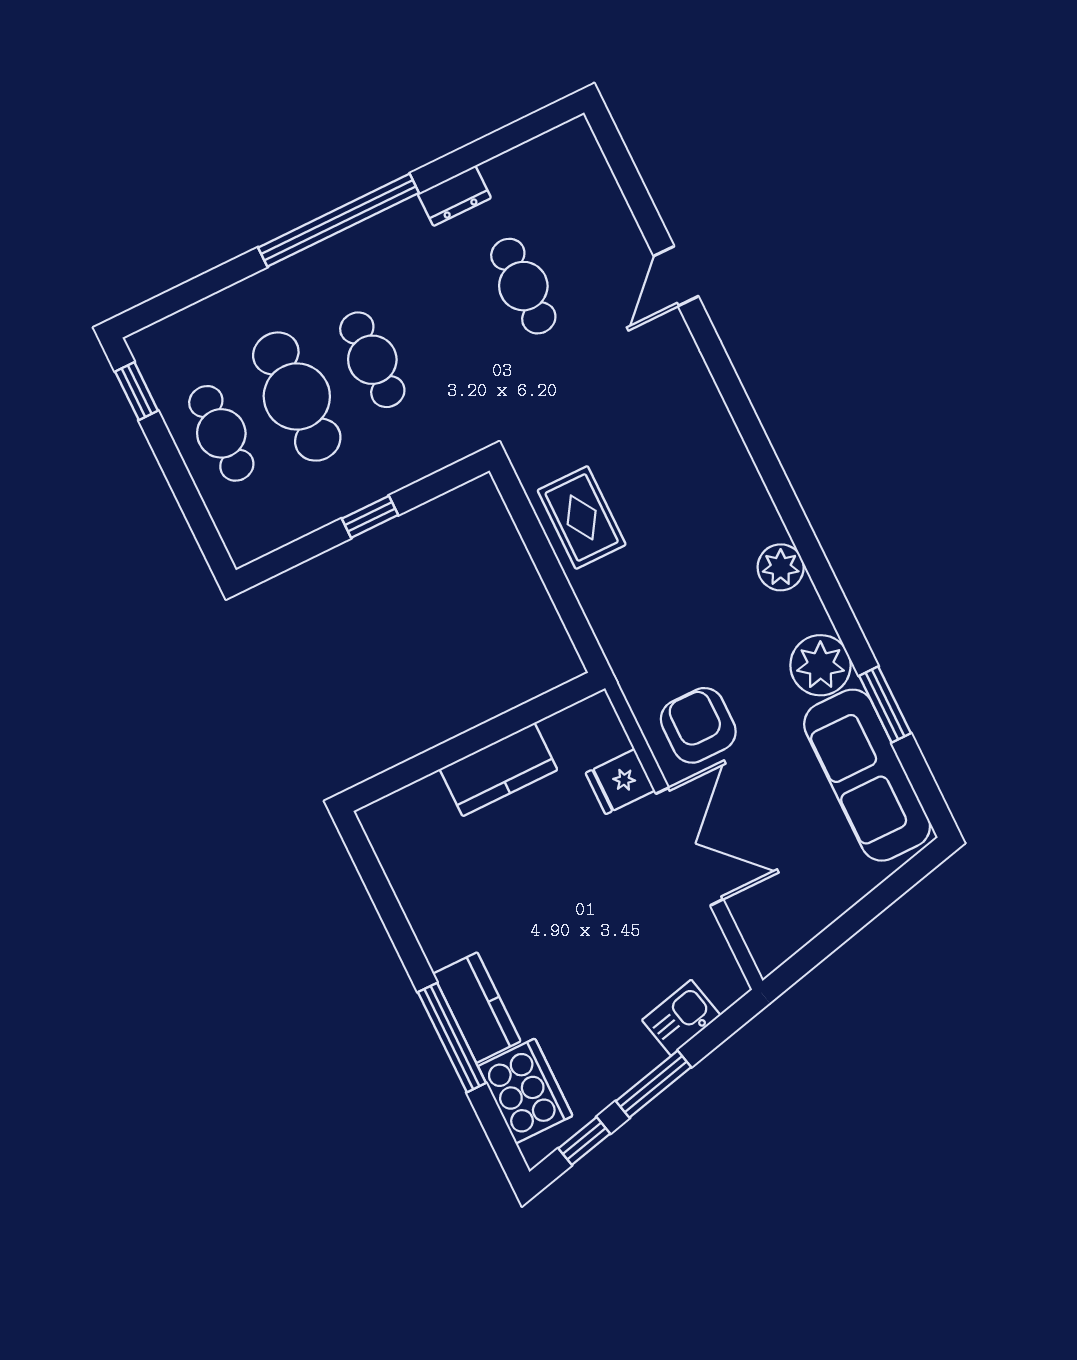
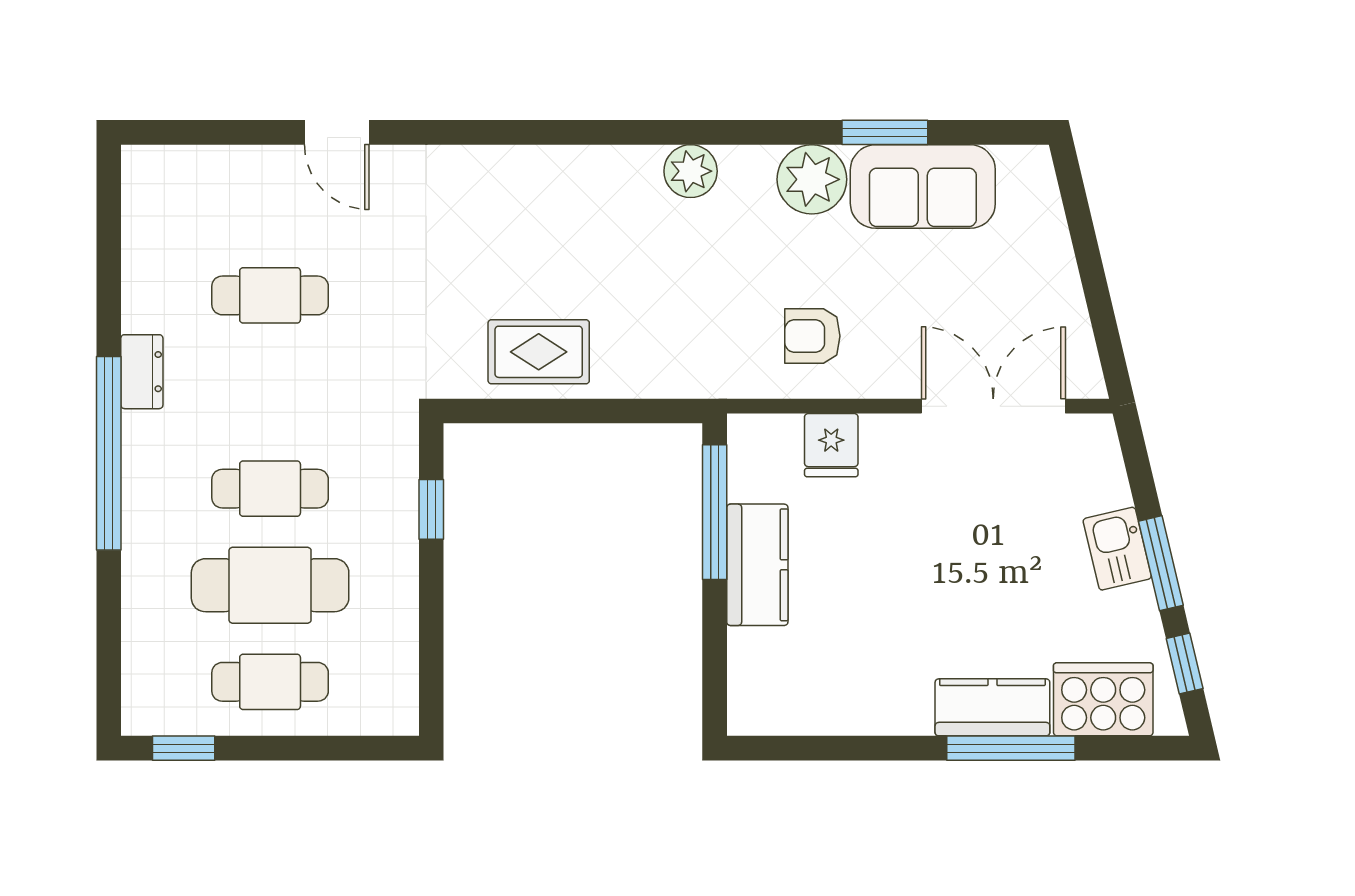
dresser: (454, 196) -> (142, 372), moved
window: (370, 517) -> (431, 509), moved
window: (523, 716) -> (715, 512), added
armchair: (698, 725) -> (812, 336), width x0.72, depth x0.72
sofa: (867, 775) -> (923, 187), width x0.73
double door: (690, 847) -> (993, 406), moved
kitchen sink: (681, 1018) -> (1117, 549), moved

